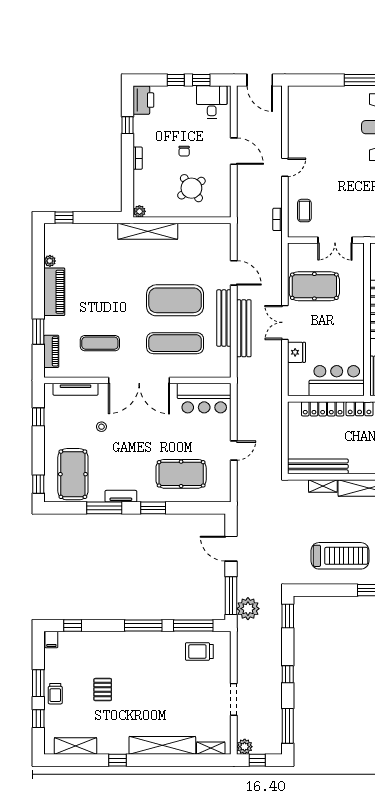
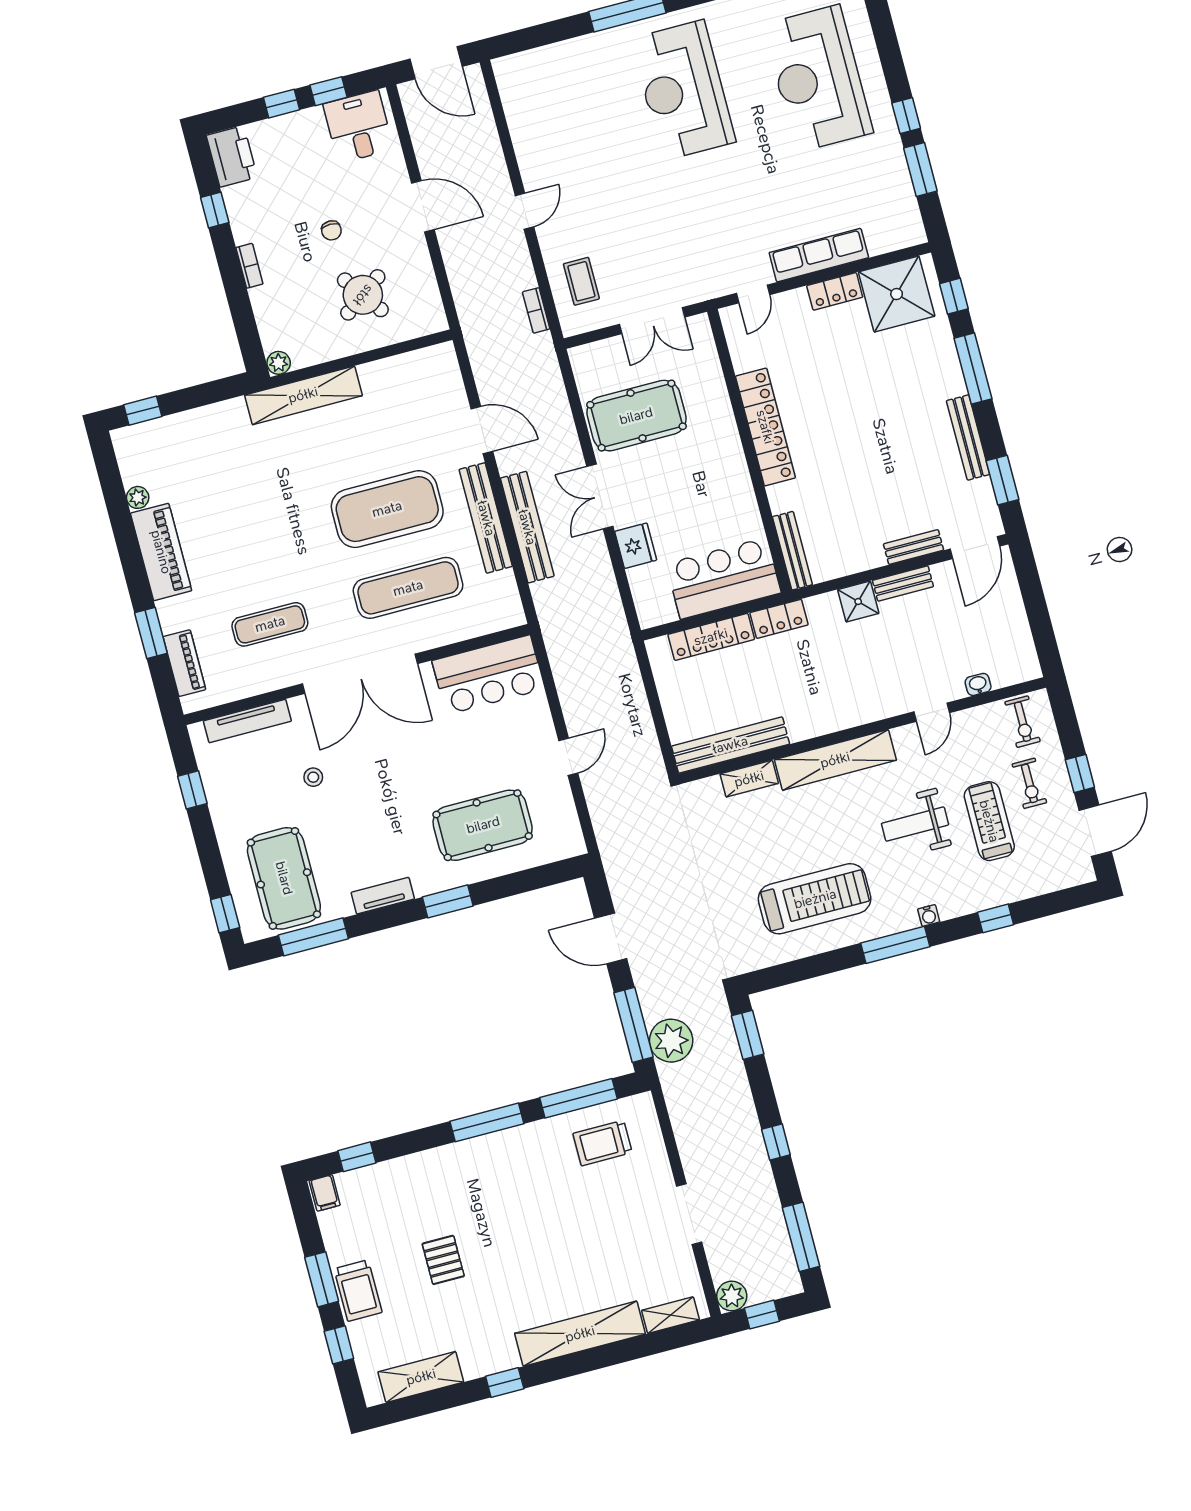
window: (104, 508) -> (313, 937), moved
trolley: (55, 694) -> (358, 1291), width x1.36, depth x1.39

